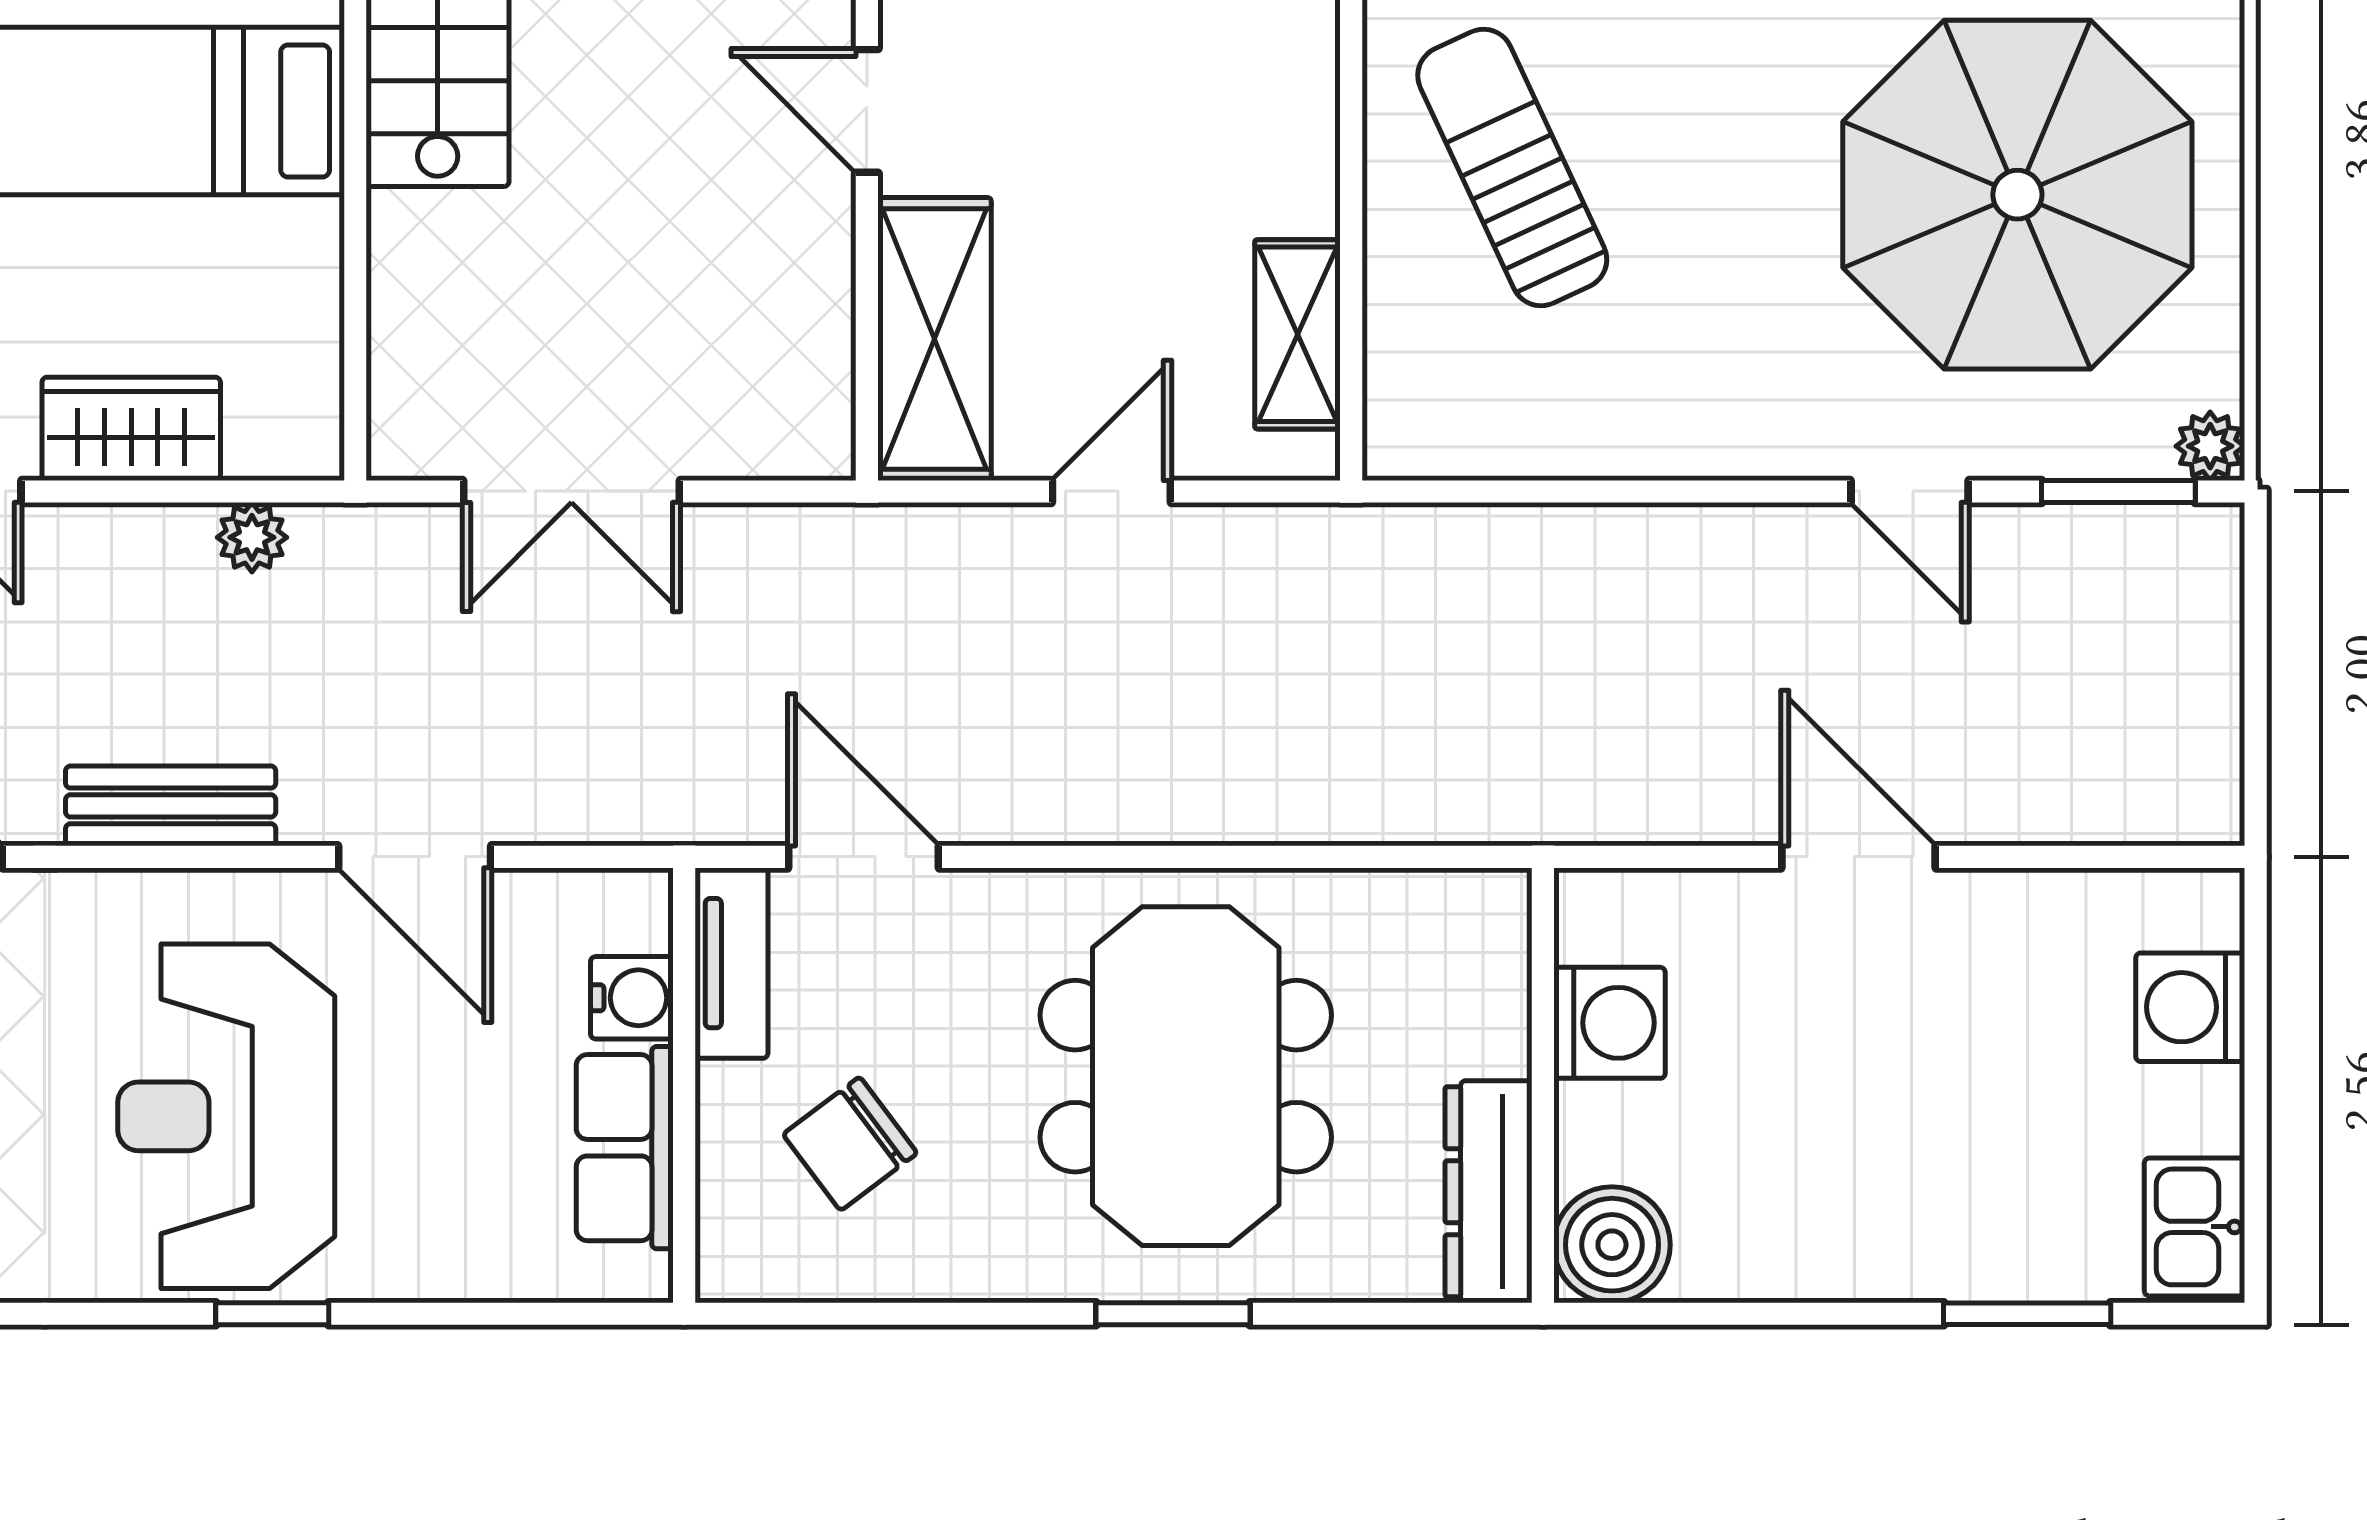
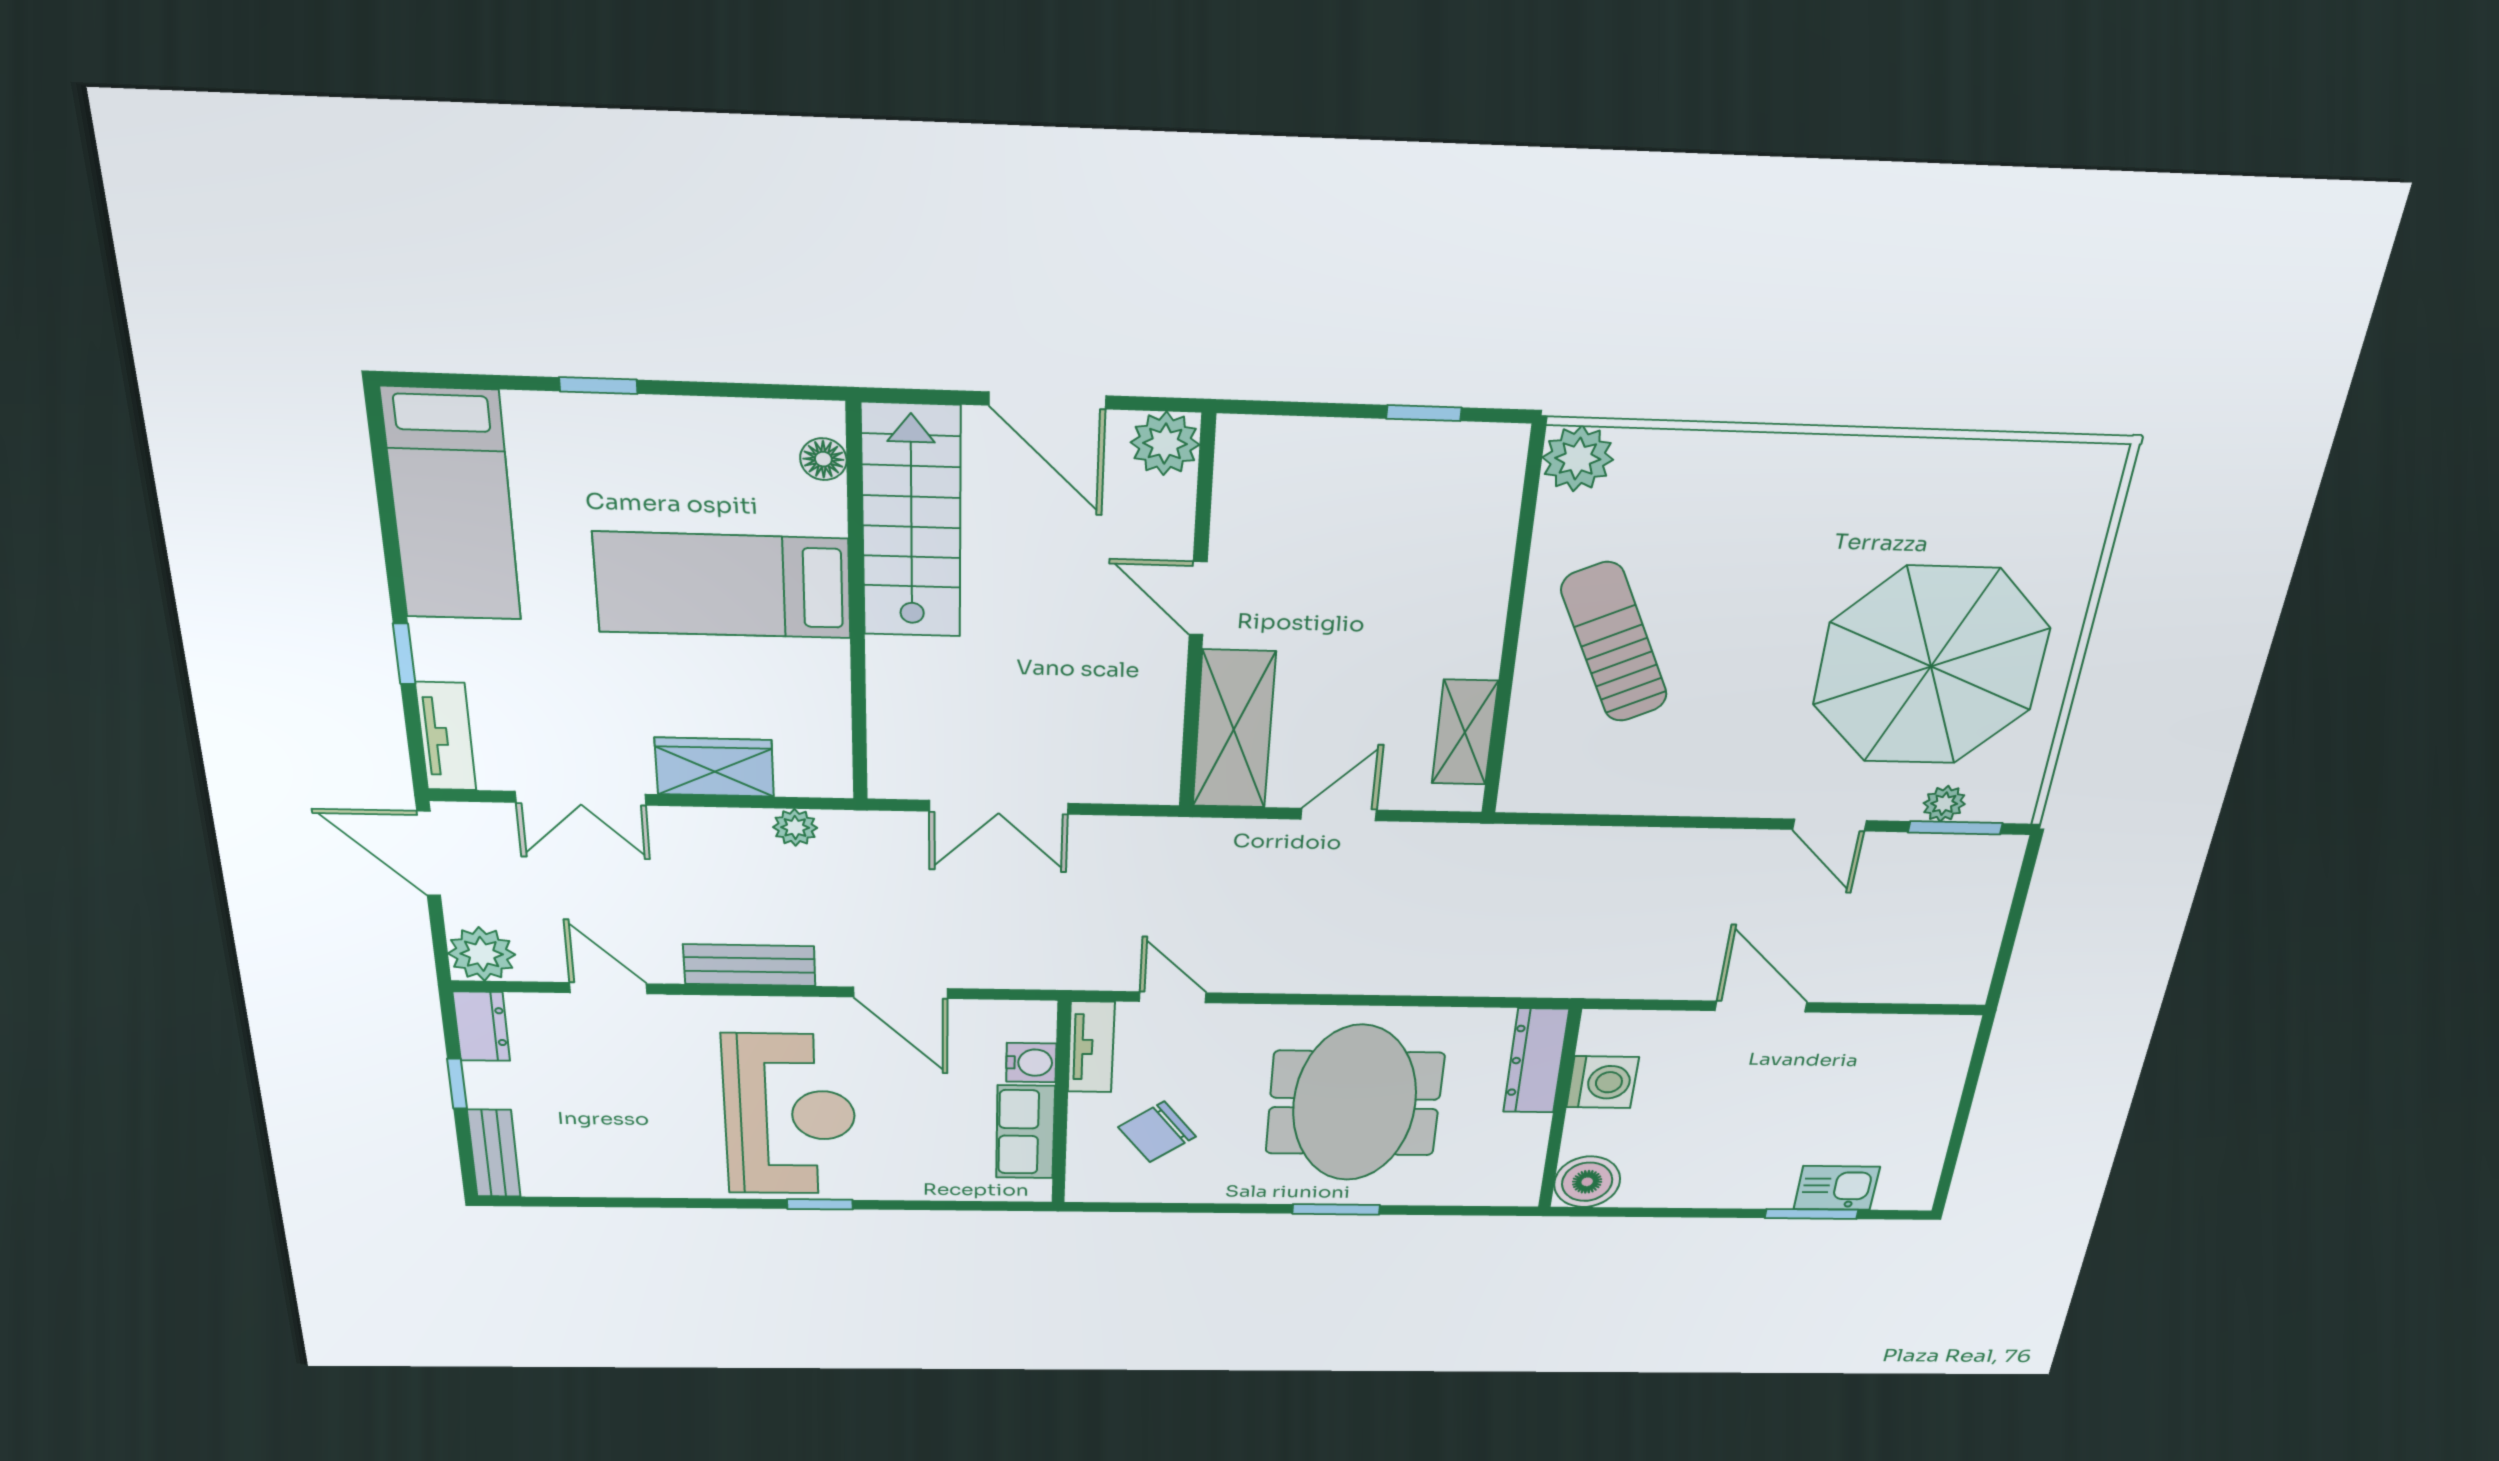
plant: (2210, 446) -> (1944, 804), moved
door: (864, 857) -> (1173, 997), width x0.73
washing machine: (2190, 1007) -> (1935, 1080), removed
reception desk: (226, 1116) -> (790, 1115), turned 180
dresser: (1489, 1192) -> (1536, 1061), moved
kitchen sink: (2195, 1227) -> (1837, 1188), moved, turned 90

